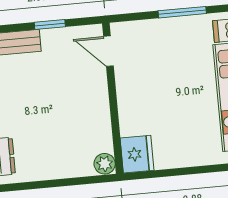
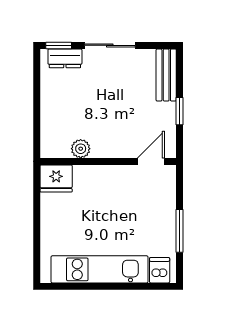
plant: (105, 164) -> (81, 149), moved

